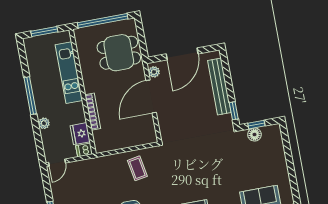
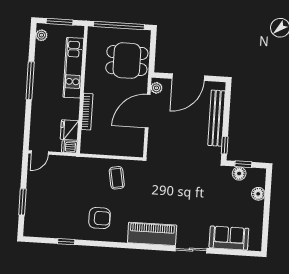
plant: (44, 123) -> (41, 35), moved
floor lamp: (278, 150) -> (258, 194), added

